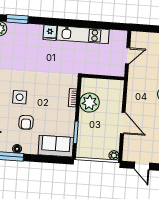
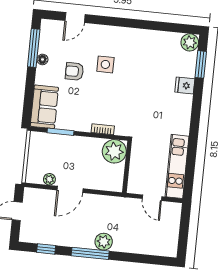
fridge: (50, 33) -> (185, 85), moved
kitchen unit: (83, 35) -> (177, 166), moved
plant: (89, 103) -> (114, 151), moved
plant: (114, 155) -> (49, 179), moved

